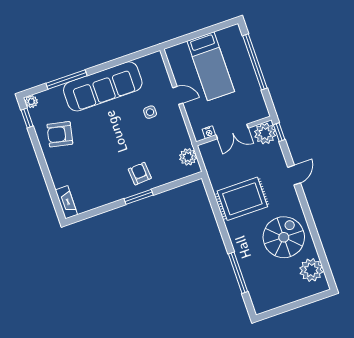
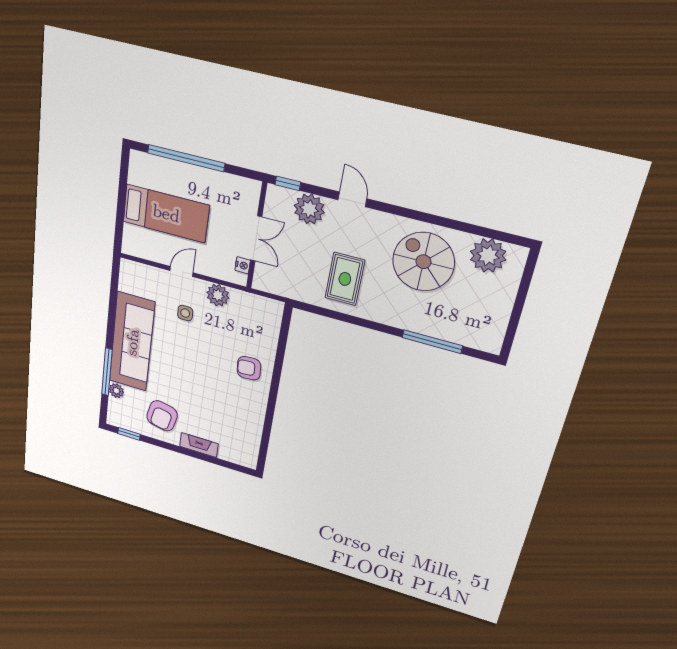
plant: (31, 102) -> (116, 391), moved
plant: (265, 133) -> (309, 209), moved
plant: (188, 157) -> (218, 295), moved
window: (139, 197) -> (275, 386), removed
rug: (242, 199) -> (345, 279), width x0.73, depth x0.70
fireplace: (66, 202) -> (199, 445), moved

